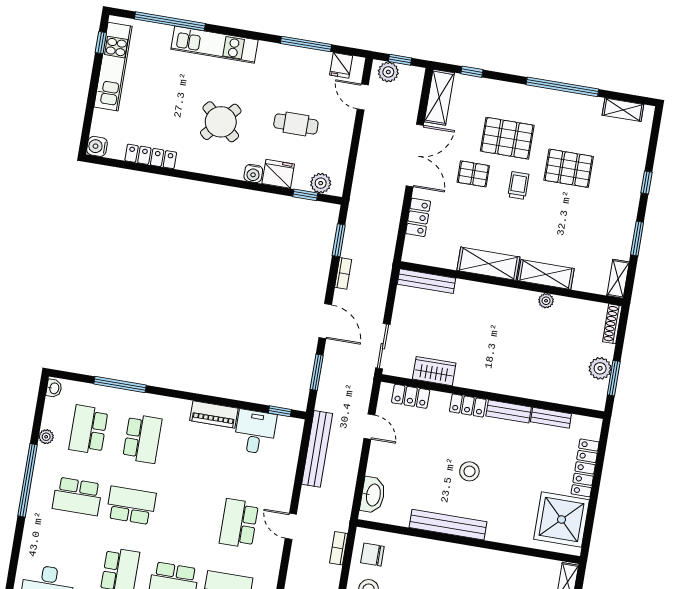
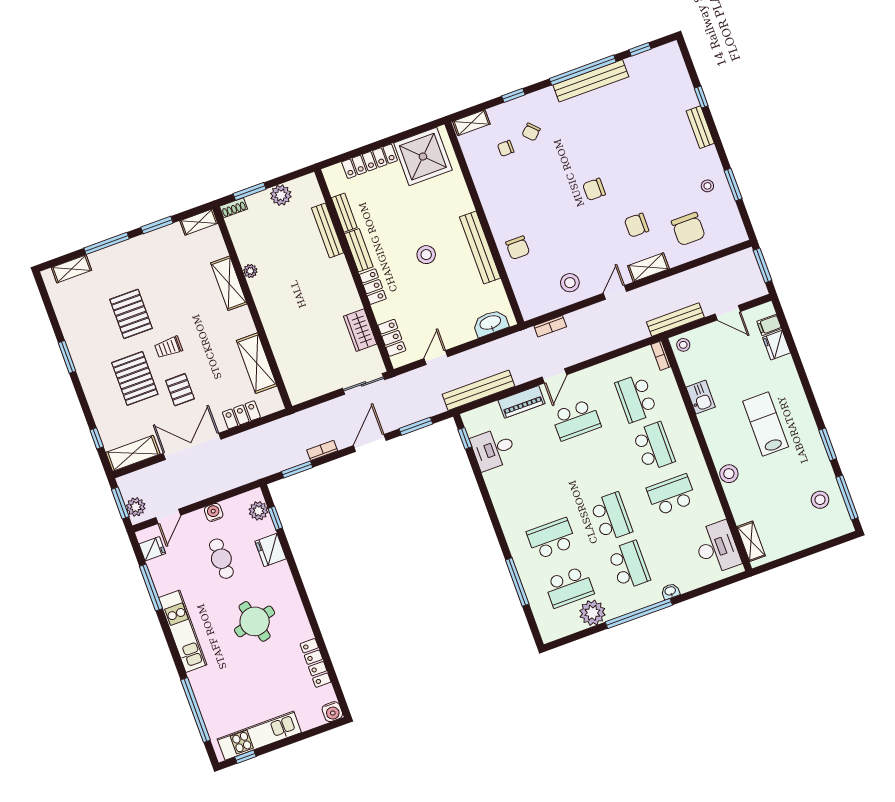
kitchen unit: (214, 45) -> (183, 631), moved
window: (400, 60) -> (120, 503), width x1.50
window: (562, 87) -> (67, 357), width x0.47
shelving: (623, 110) -> (71, 269), moved, turned 90
round table: (221, 122) -> (255, 621), turned 35
water cooler: (253, 173) -> (214, 512), moved, turned -90
window: (646, 183) -> (107, 243), width x2.17
shelving: (488, 264) -> (257, 363), moved
bench: (427, 281) -> (328, 230), moved
shoe rack: (612, 324) -> (233, 208), width x0.70
window: (614, 378) -> (250, 191), moved
washbasin: (54, 388) -> (670, 591), moved
piano: (214, 414) -> (522, 402), moved, turned 90
plant: (46, 437) -> (592, 613), width x1.87, depth x1.87
school desk: (131, 505) -> (611, 517), turned 180
chair: (372, 555) -> (518, 248), moved

